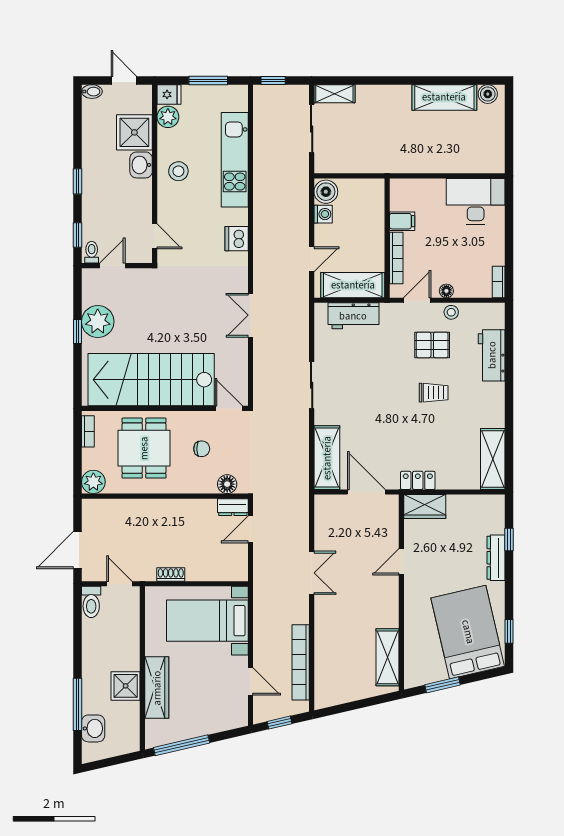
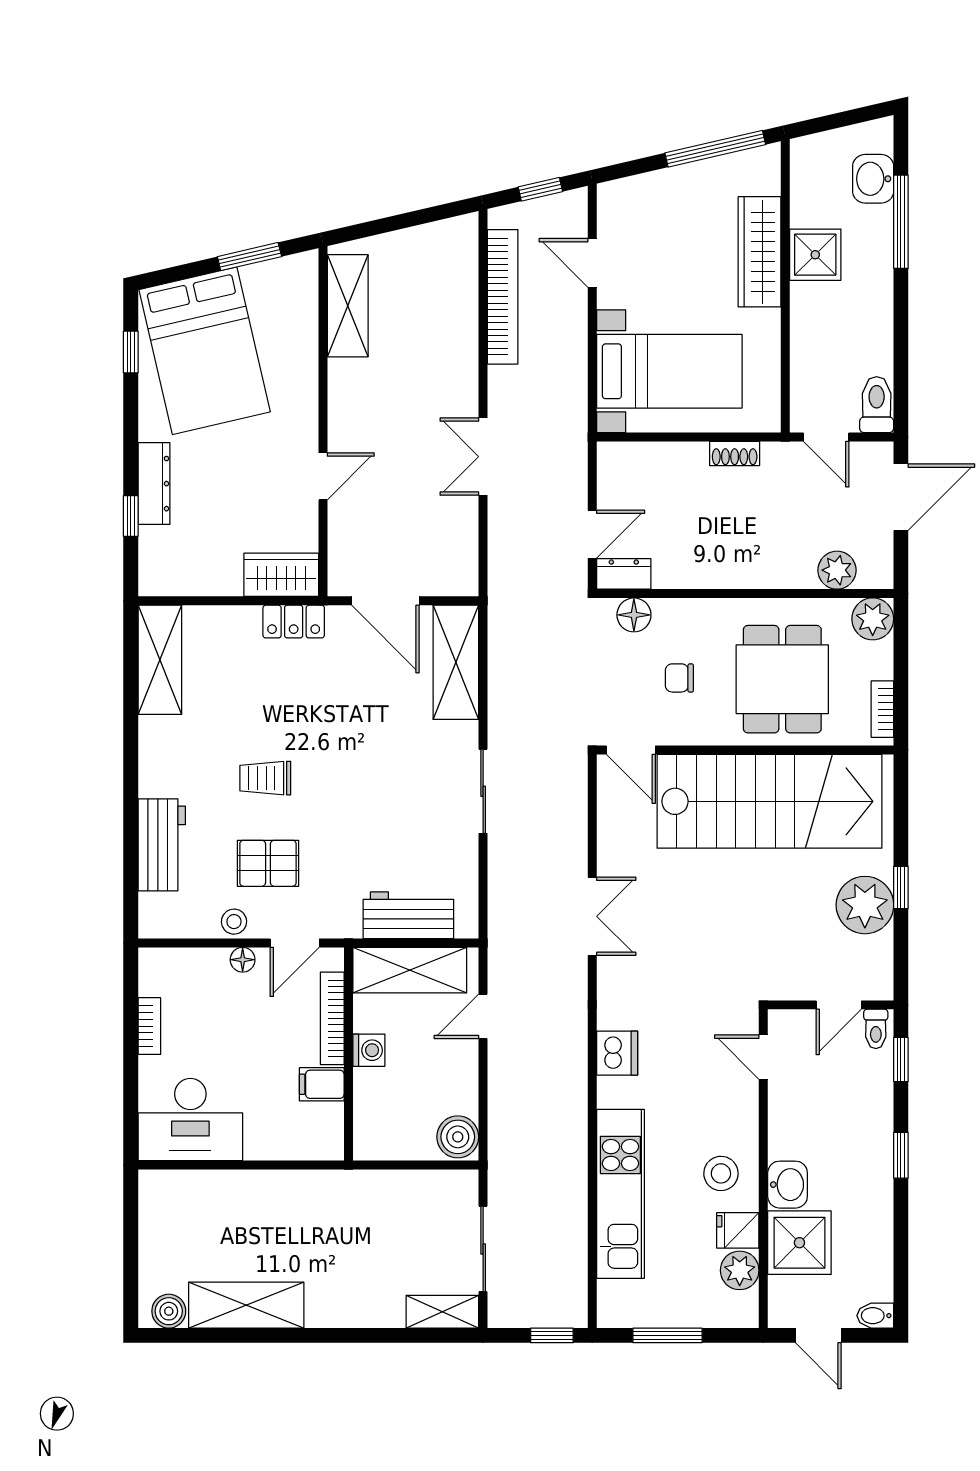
fridge: (169, 94) -> (738, 1230), moved
washing machine: (323, 214) -> (369, 1050), moved, turned 180
bookcase: (499, 282) -> (149, 1026), moved
plant: (113, 509) -> (837, 570), added

